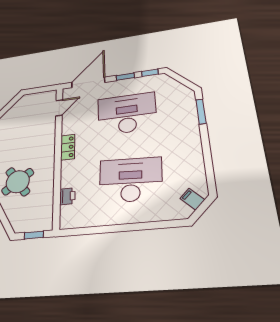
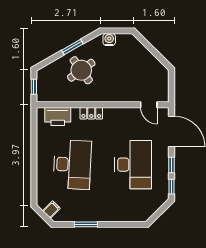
window: (201, 112) -> (86, 224), moved
locker: (68, 147) -> (91, 113), moved
printer: (67, 196) -> (58, 117), width x1.87, depth x1.48

